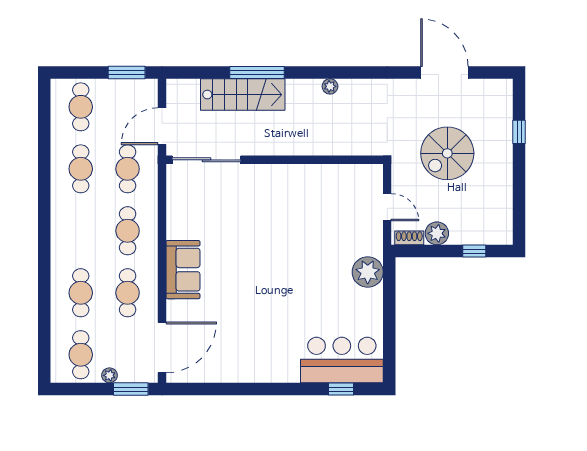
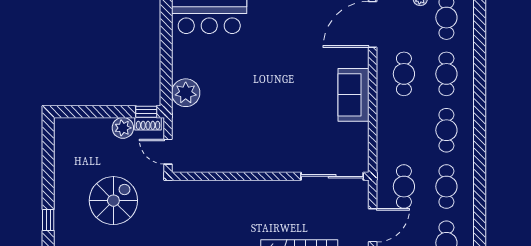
sliding door: (206, 160) -> (332, 176), moved
wall: (275, 160) -> (270, 176), moved
cafe table: (128, 231) -> (446, 130), moved
window: (474, 251) -> (146, 112), moved

